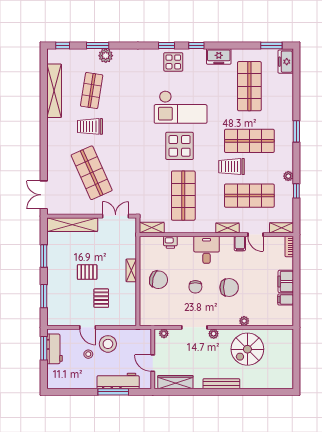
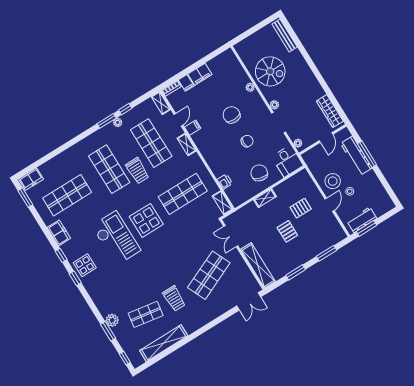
window: (296, 131) -> (107, 121), moved
desk: (207, 250) -> (287, 161), moved, turned -90
filing cabinet: (286, 299) -> (186, 83), moved
bench: (221, 384) -> (285, 35), moved

